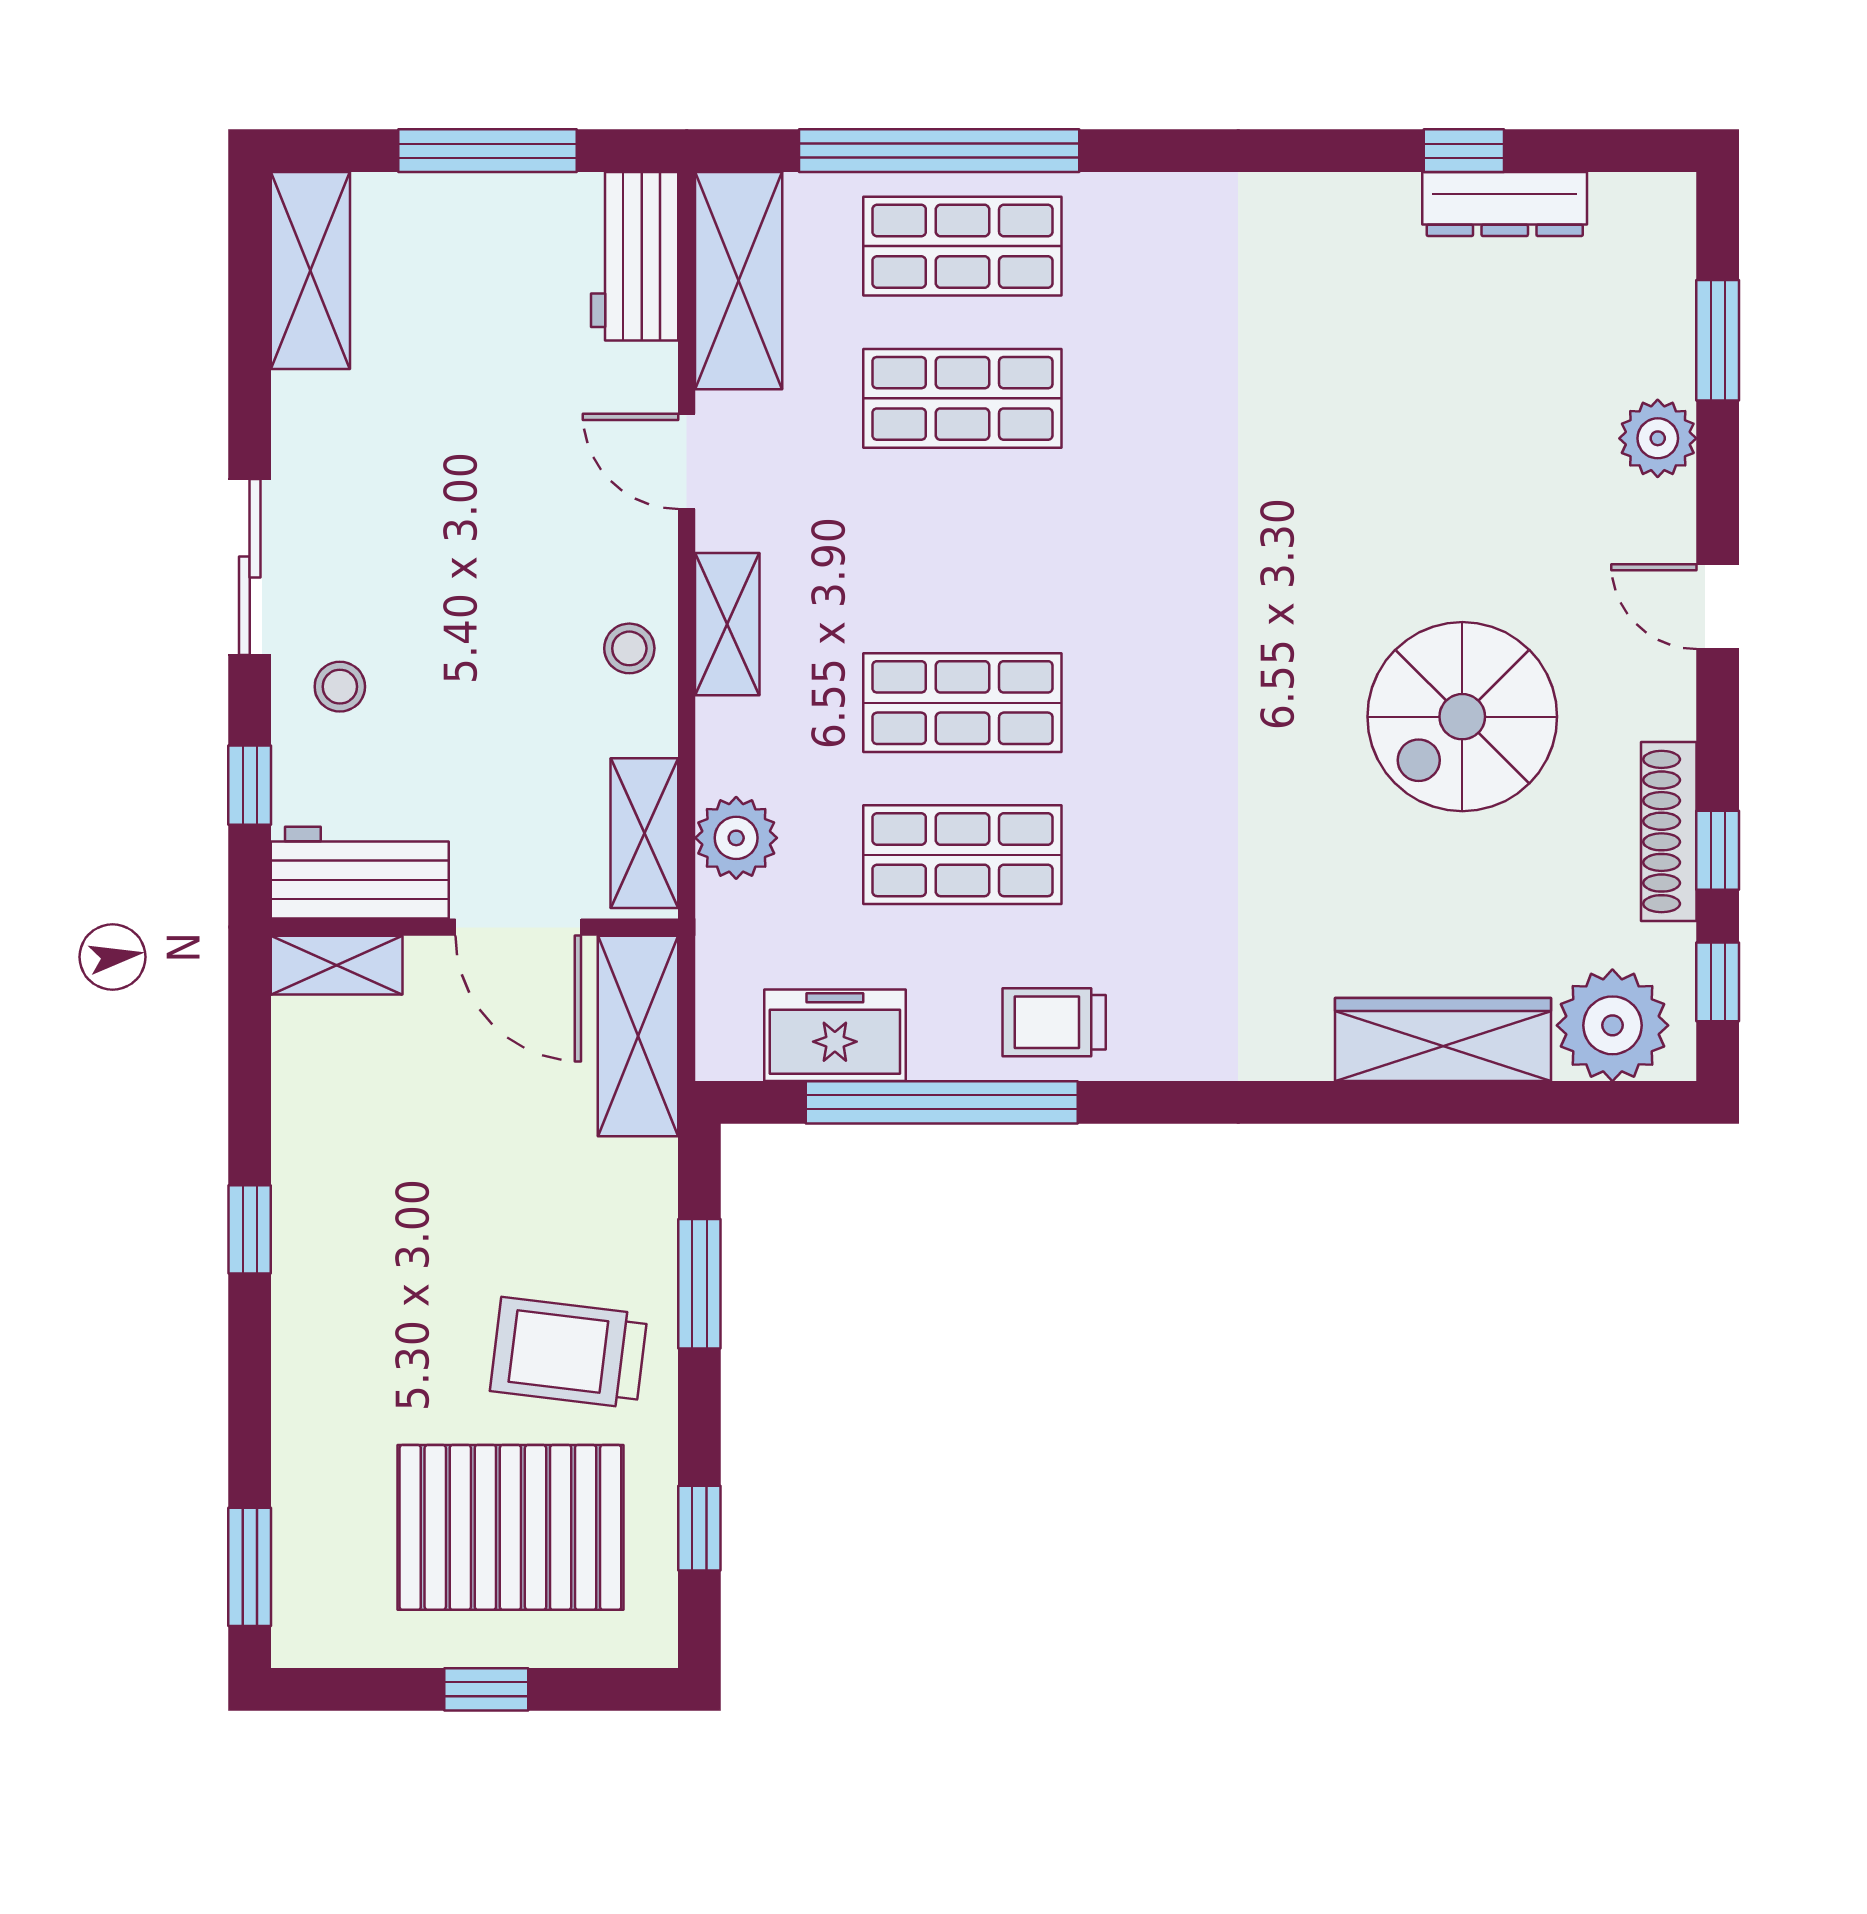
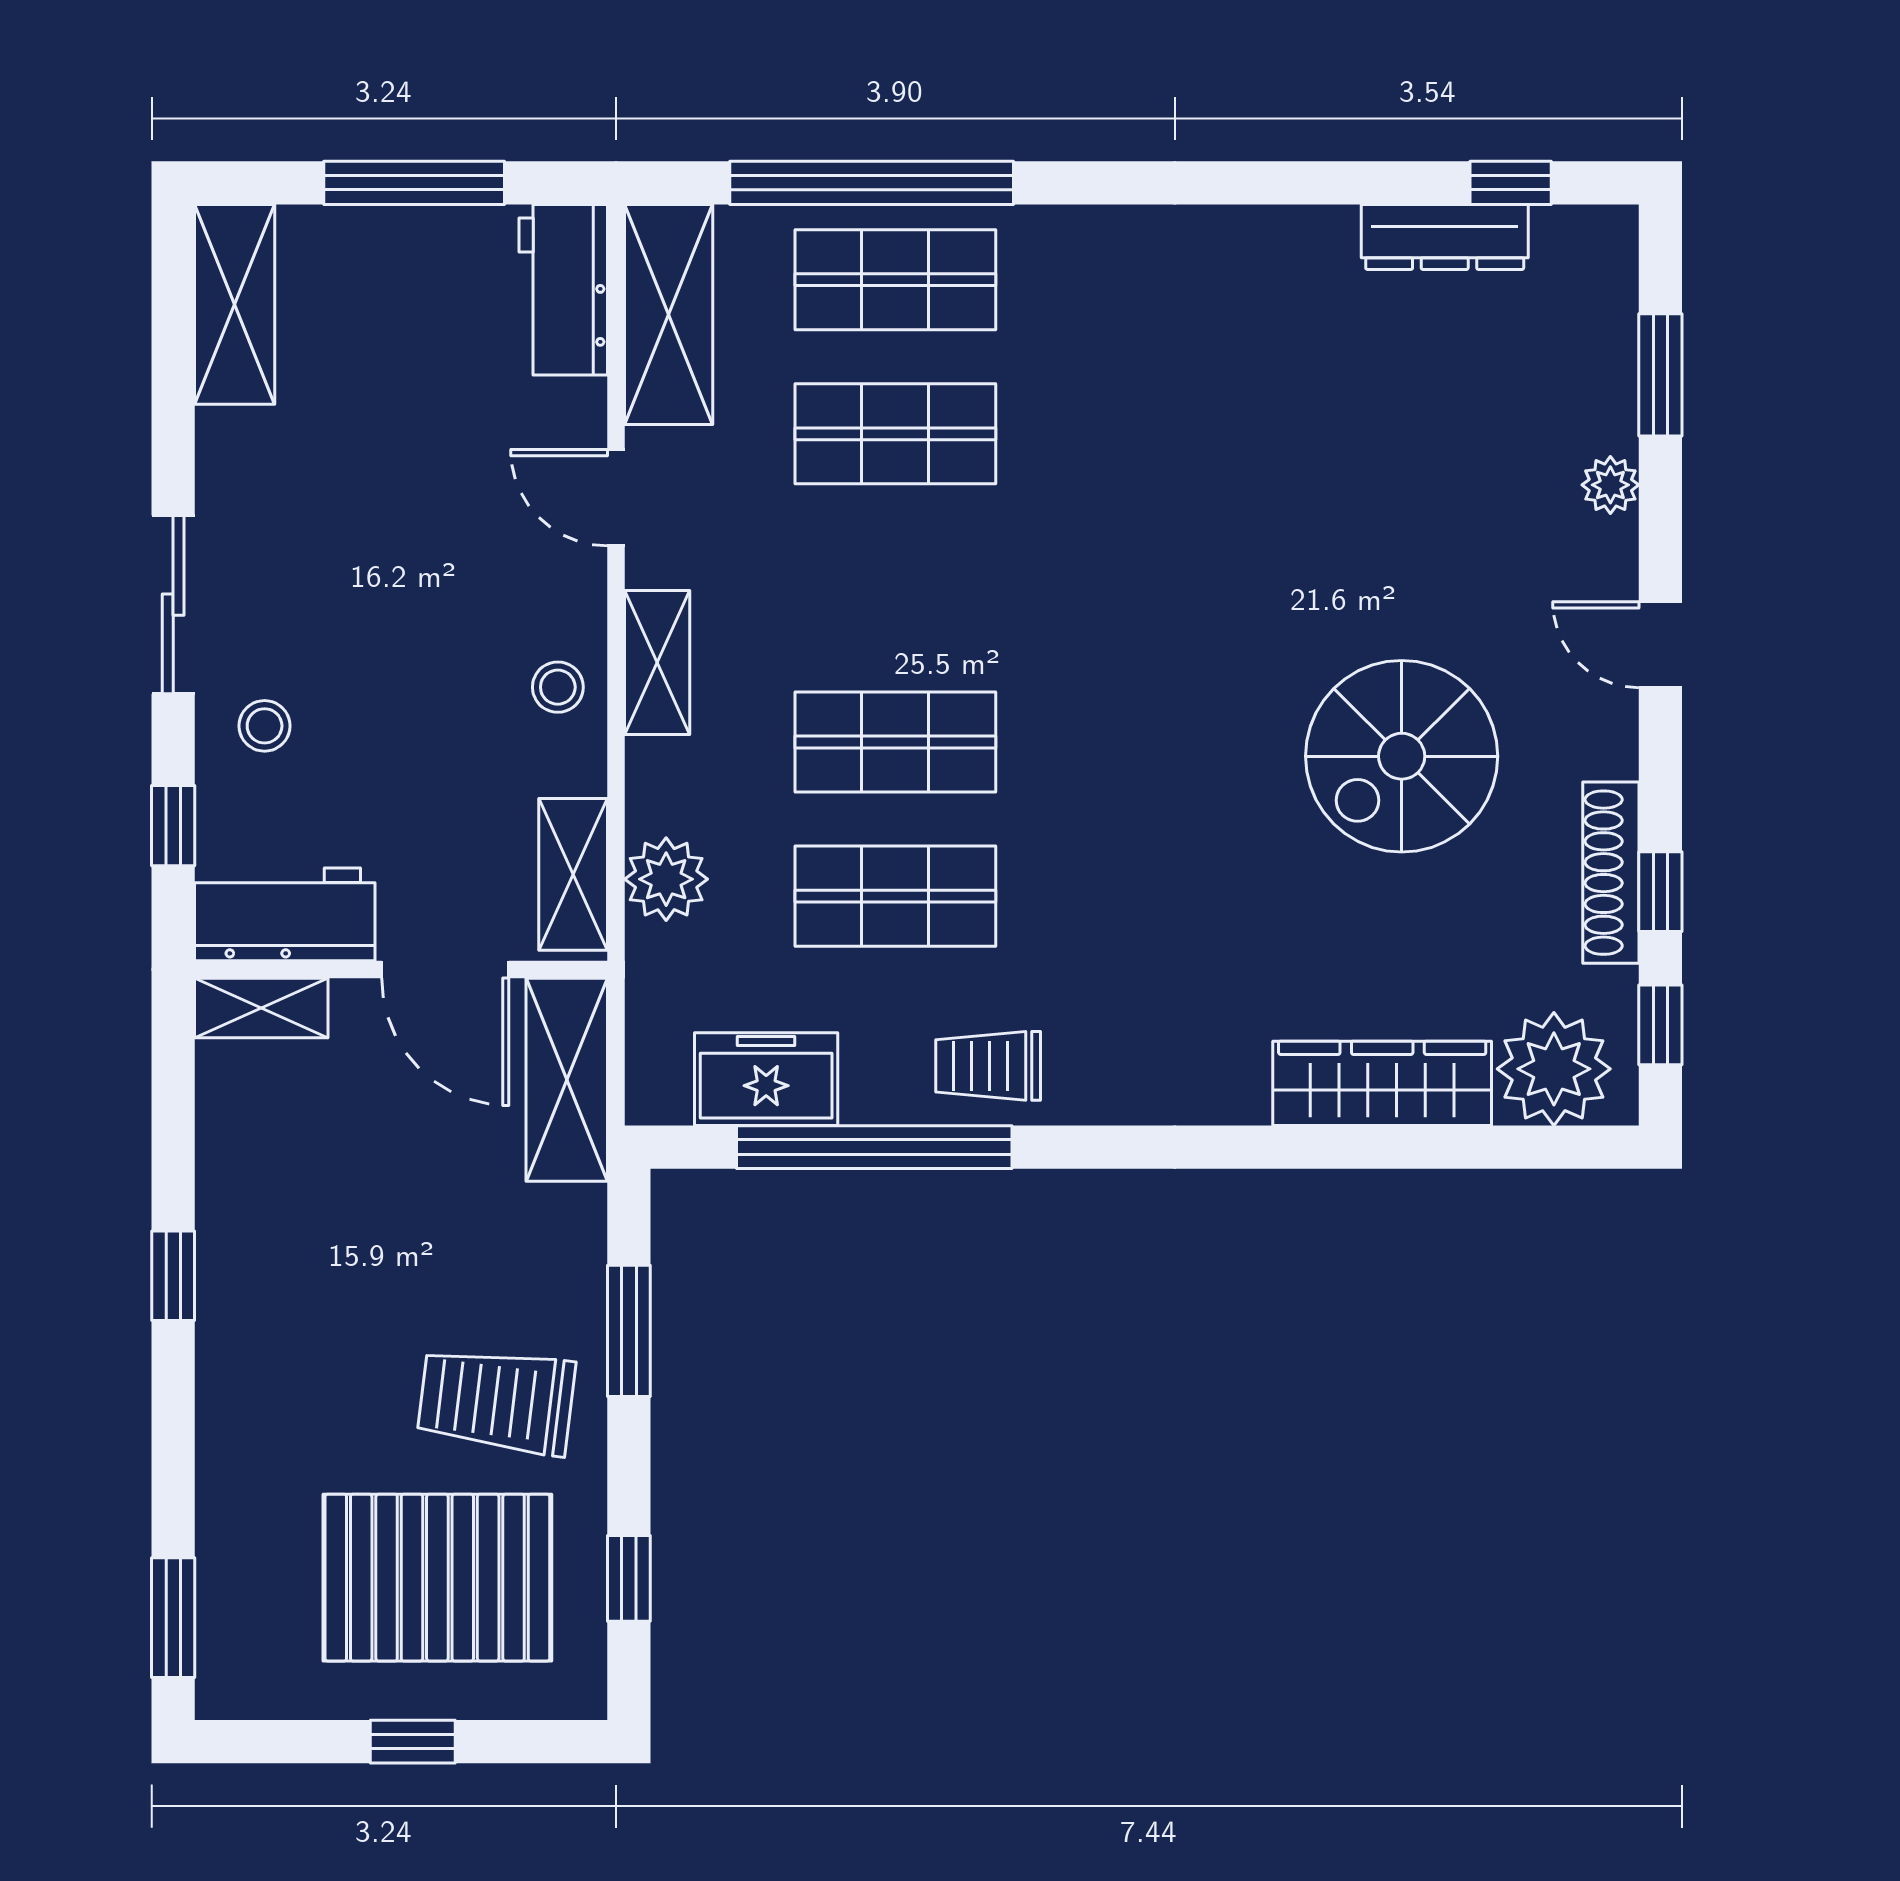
window: (1464, 151) -> (1511, 183), moved
plant: (1658, 438) -> (1610, 485), width x0.73, depth x0.73

